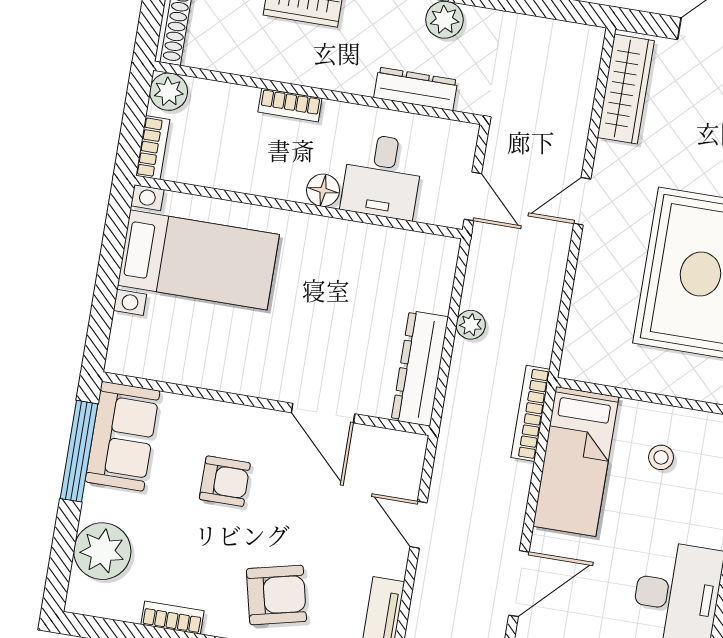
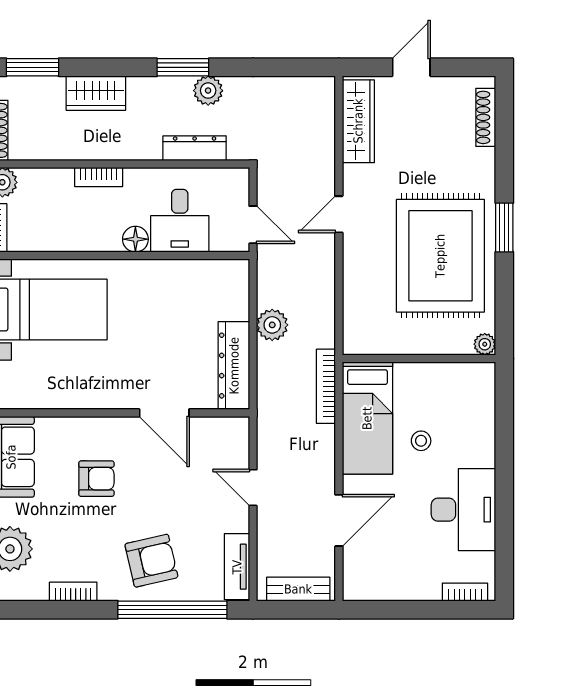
plant: (471, 325) -> (272, 325), width x1.38, depth x1.38
stool: (661, 457) -> (421, 441), moved

